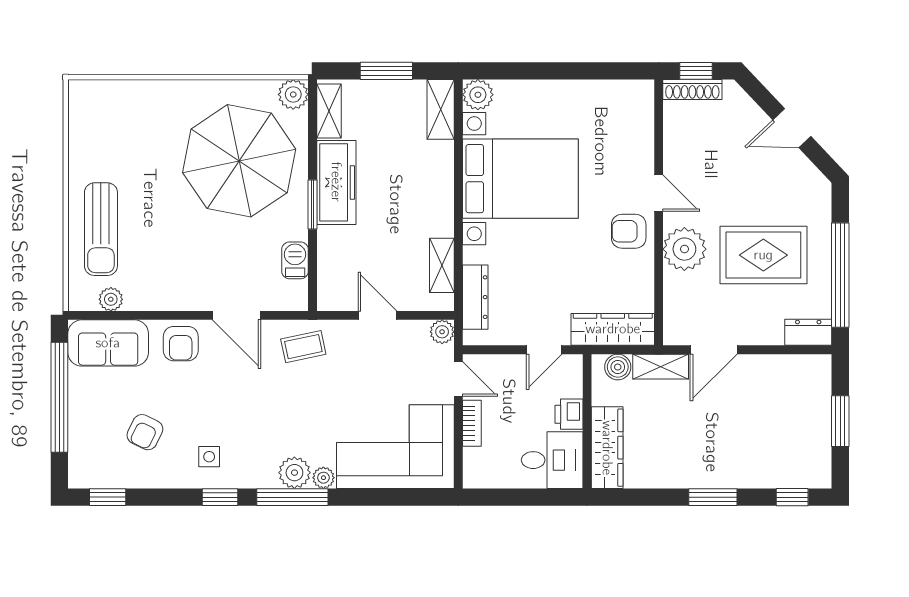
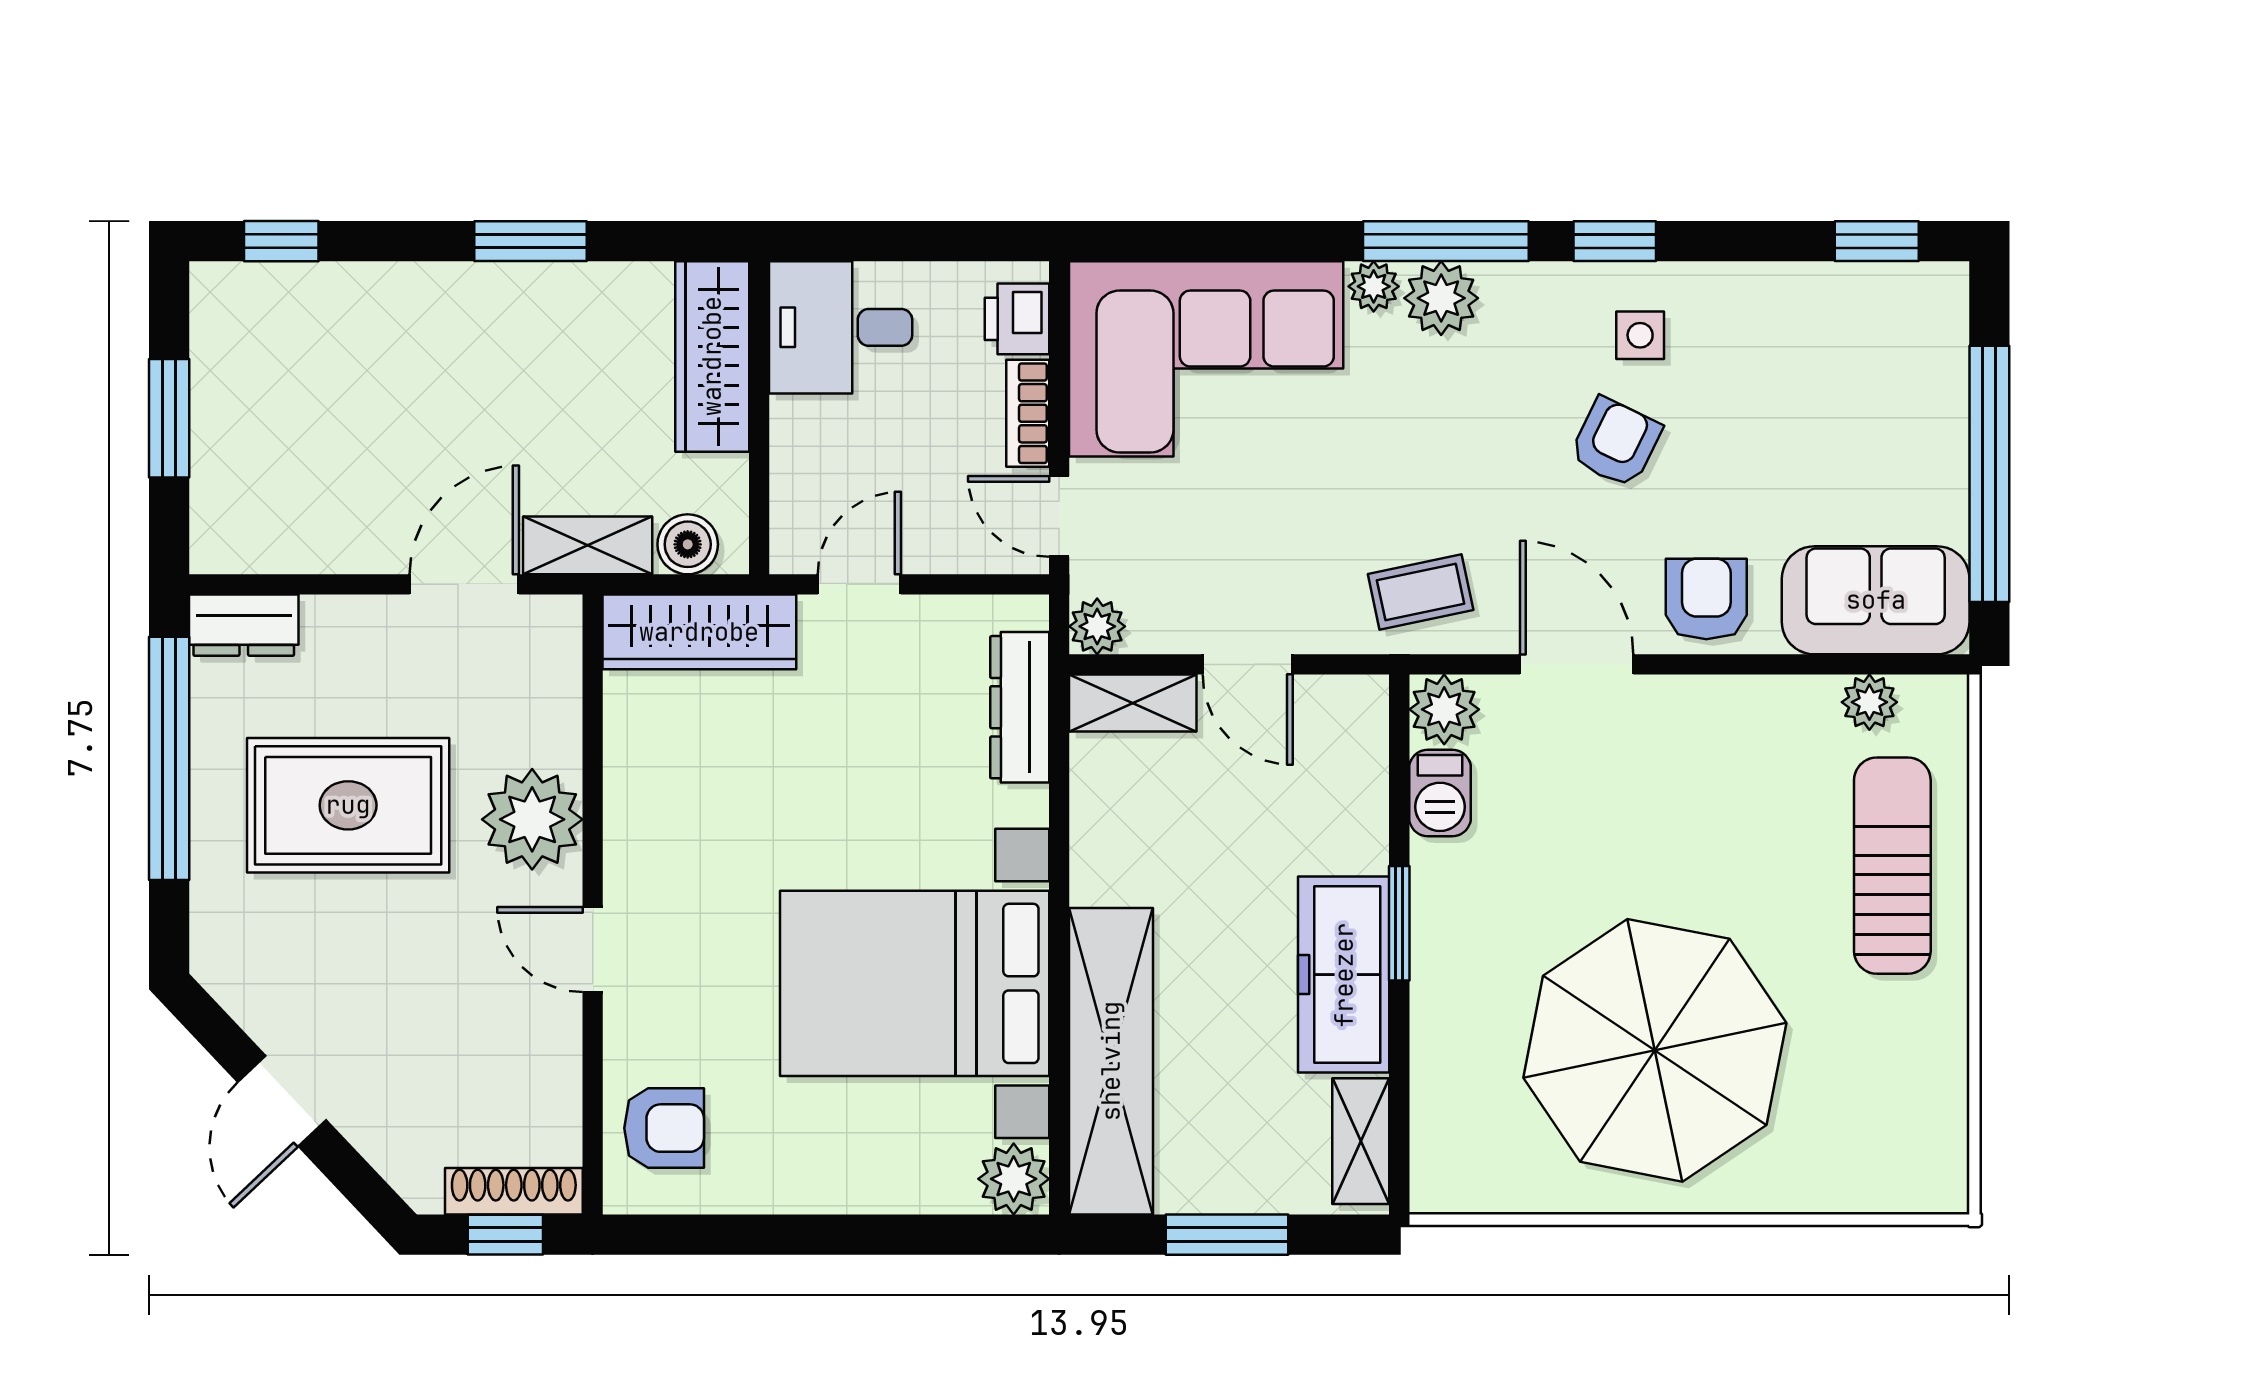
plant: (293, 94) -> (1444, 709), moved
shelving: (441, 109) -> (1111, 1061), width x2.20, depth x1.33
door: (792, 128) -> (282, 1101), swing flipped
parasol: (239, 161) -> (1655, 1050), moved
armchair: (629, 231) -> (664, 1128), moved
shelving: (442, 265) -> (1133, 703), moved, turned 90
printer: (569, 414) -> (1017, 319), moved, turned 180
armchair: (145, 432) -> (1616, 442), moved
window: (713, 497) -> (530, 241), moved

